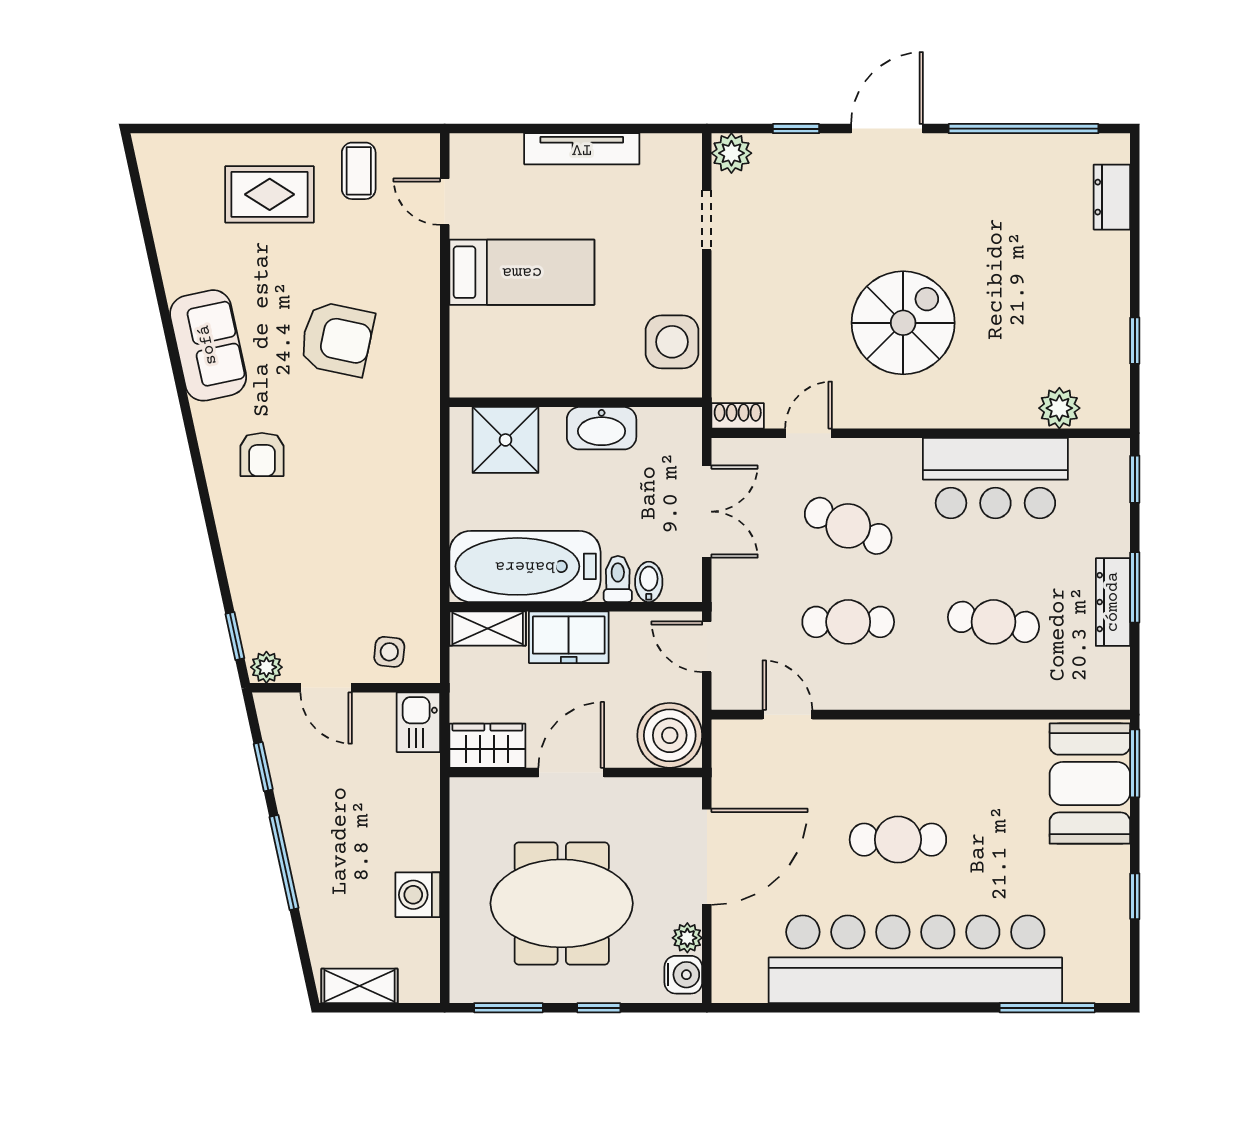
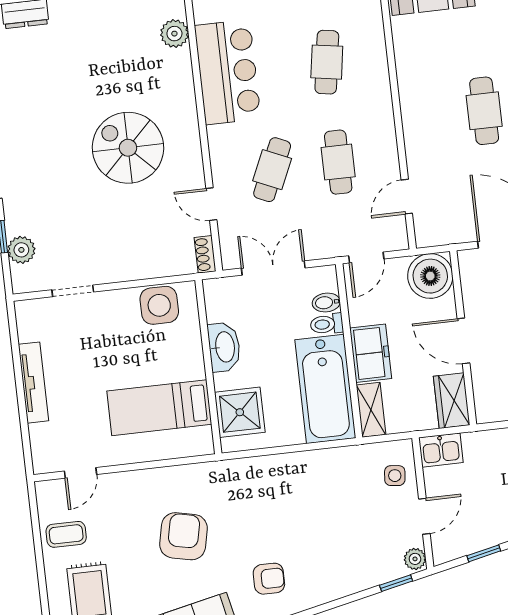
plant: (731, 153) -> (21, 250), moved
bed: (522, 272) -> (159, 408), moved, turned -90

